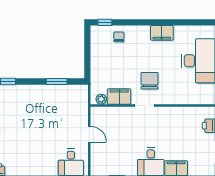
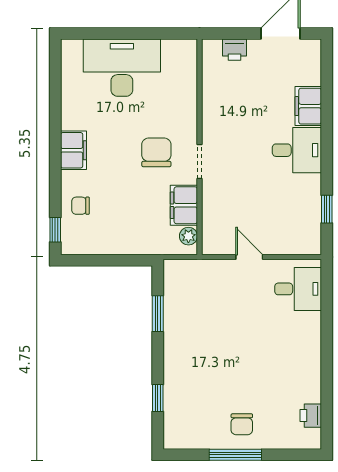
filing cabinet: (162, 33) -> (73, 150), moved
chair: (149, 81) -> (156, 152), turned 90
door: (89, 134) -> (249, 257), hinge flipped

